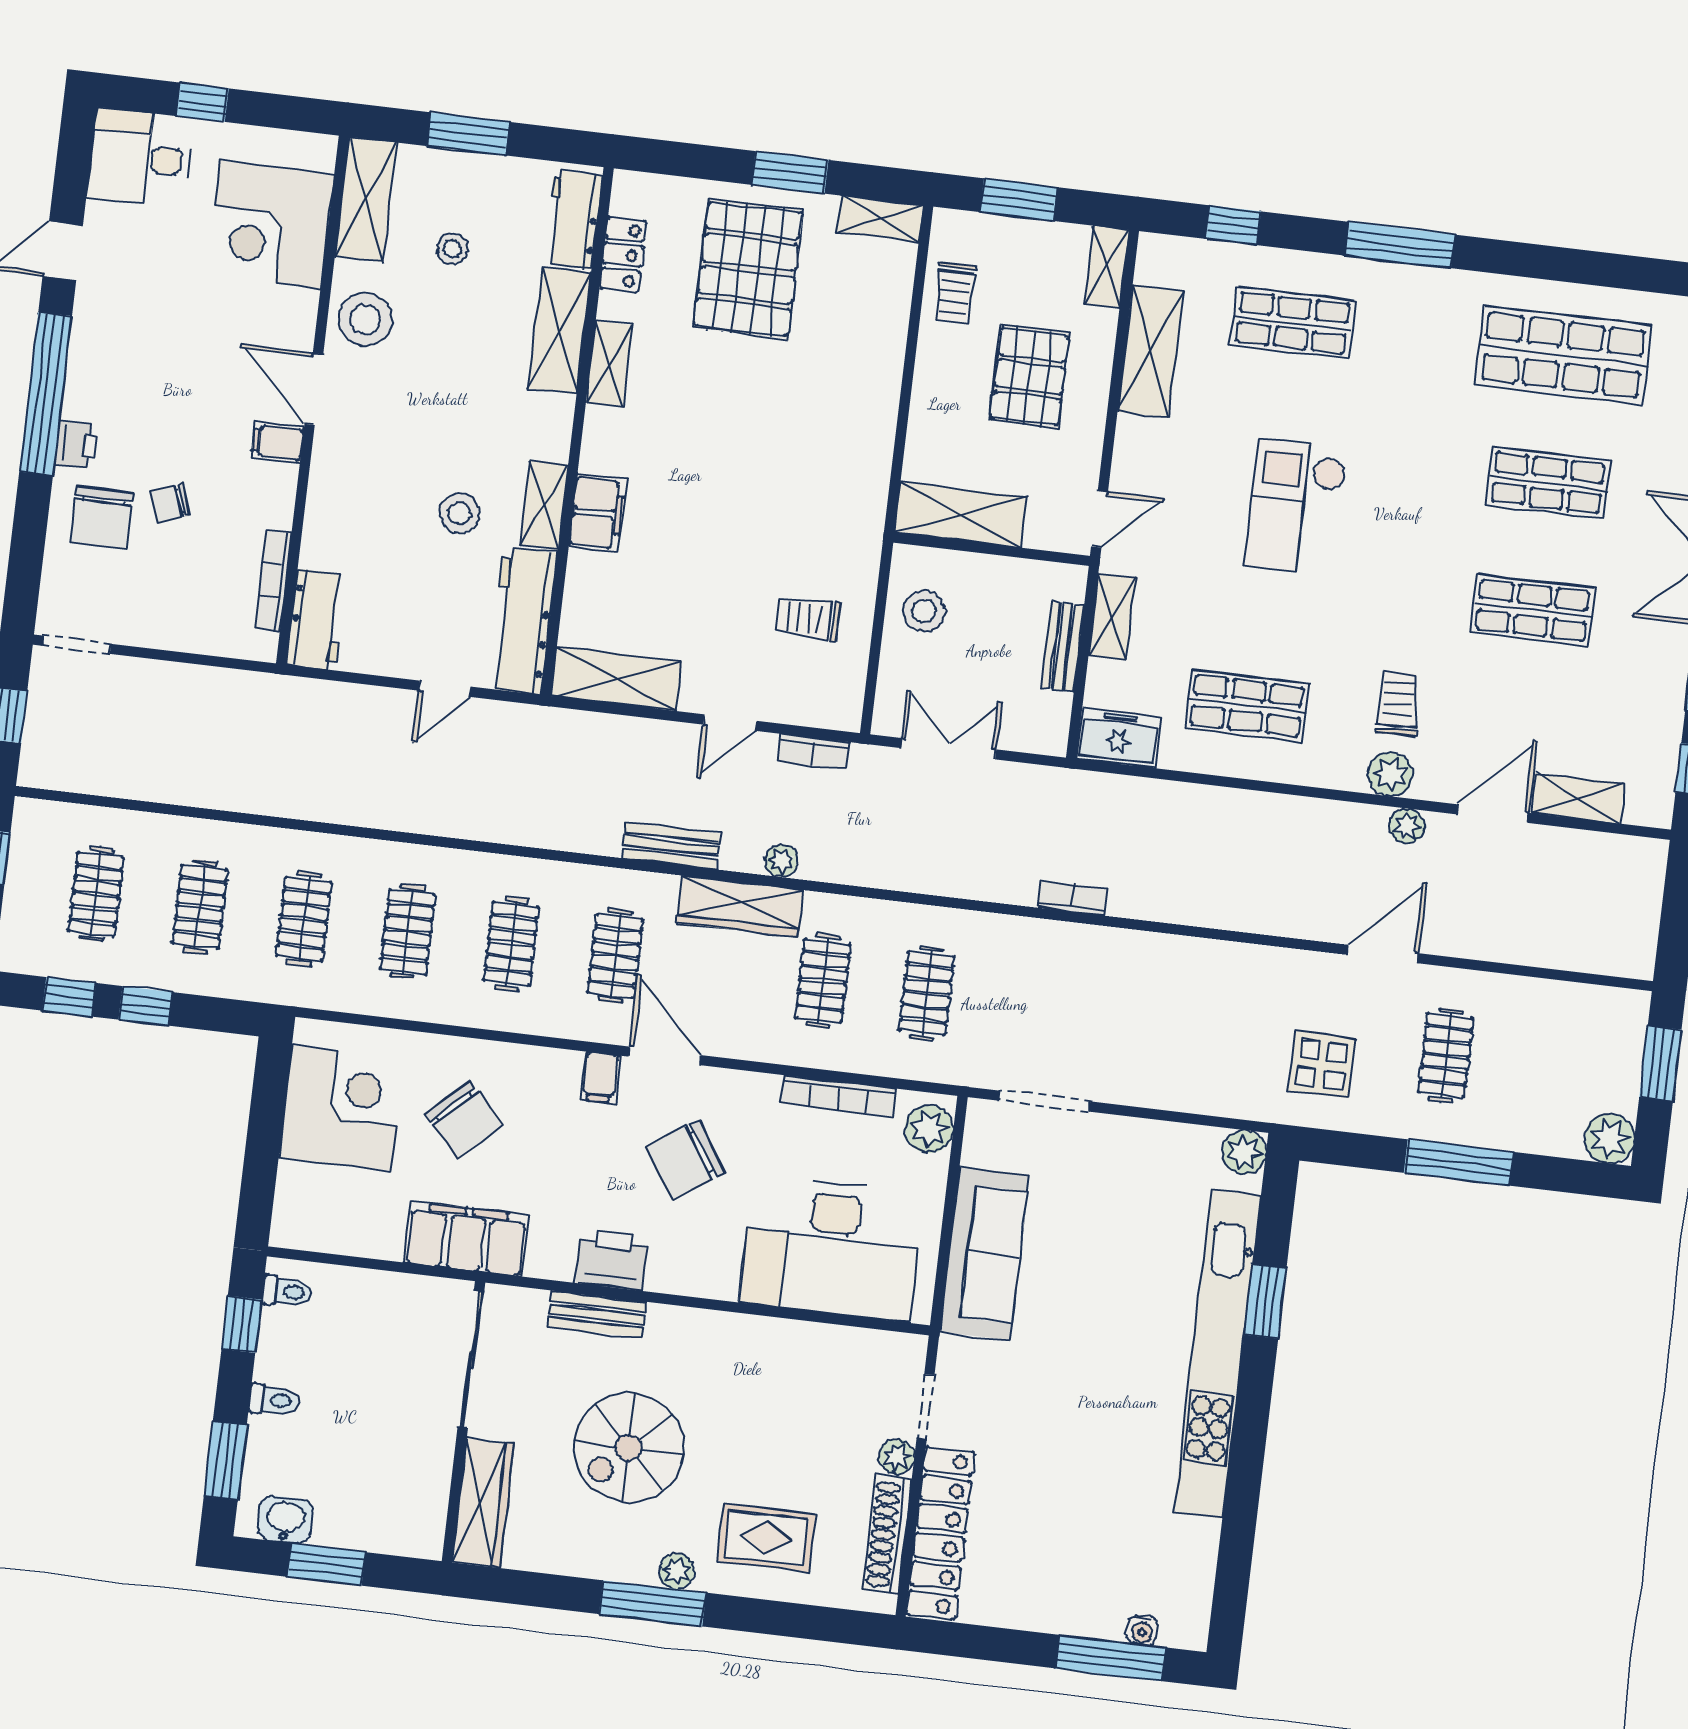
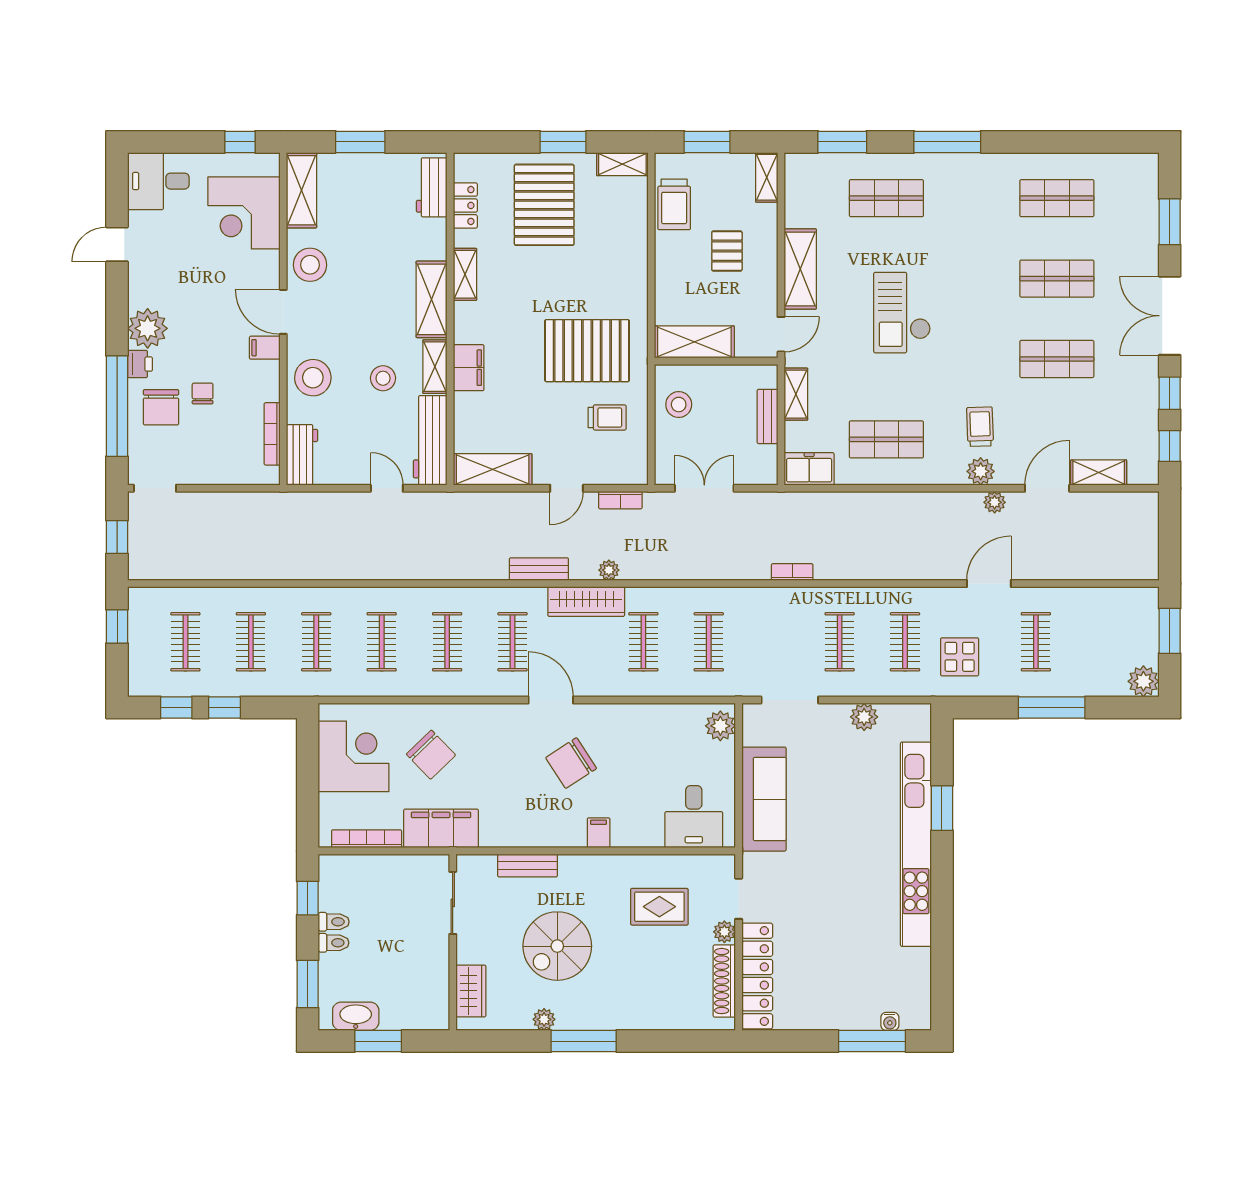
window: (202, 102) -> (240, 142), moved
window: (1233, 225) -> (842, 142), width x1.50
stool: (452, 249) -> (313, 378), moved, width x1.89, depth x1.89
trolley: (955, 293) -> (674, 204), width x1.36, depth x1.39
shelving: (560, 331) -> (432, 299), moved
shelving: (1151, 351) -> (800, 269), moved
shop shelf: (1563, 355) -> (1057, 198), width x0.70, depth x0.74
pallet: (1030, 377) -> (727, 251), width x0.67, depth x0.71
plant: (95, 390) -> (148, 328), added
window: (46, 394) -> (117, 406), moved
chair: (170, 503) -> (203, 394), turned 110
pallet: (789, 508) -> (587, 351), added
trolley: (808, 618) -> (607, 417), turned 180
door: (445, 689) -> (387, 488), swing flipped
clothes rail: (1134, 1018) -> (840, 642), added
clothes rail: (1238, 1030) -> (905, 642), added
filing cabinet: (600, 1077) -> (599, 833), moved, turned 180
bookcase: (839, 1096) -> (367, 839), moved, turned 180
plant: (1244, 1152) -> (864, 717), moved
desk: (832, 1248) -> (694, 817), width x0.53, depth x0.77
printer: (612, 1260) -> (533, 831), removed
toilet: (287, 1292) -> (334, 922), moved
sliding door: (471, 1359) -> (453, 903), width x0.73
wardrobe: (483, 1503) -> (471, 991), width x0.67
washbasin: (285, 1520) -> (356, 1016), width x1.38
rug: (767, 1538) -> (659, 907), moved
plant: (677, 1571) -> (544, 1019), moved

